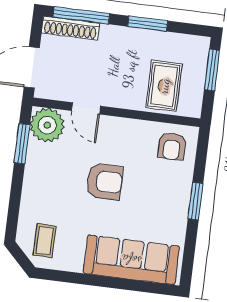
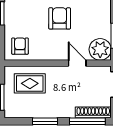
rug: (164, 86) -> (30, 83), turned 90
armchair: (104, 182) -> (60, 18), turned 90

